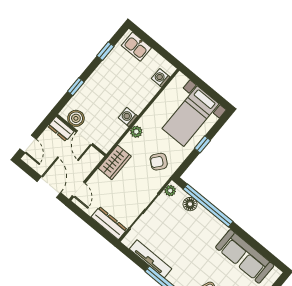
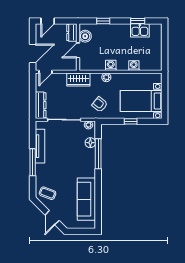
kitchen sink: (136, 47) -> (140, 30), moved, turned -90
washing machine: (161, 78) -> (134, 66), moved
window: (208, 205) -> (98, 154), width x0.68

